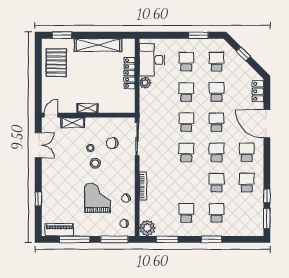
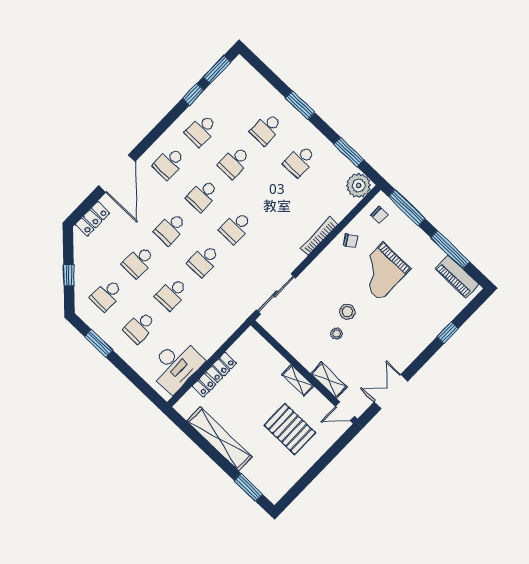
pallet: (56, 63) -> (290, 429), moved, turned 90
plant: (145, 83) -> (207, 347), removed
chair: (112, 143) -> (307, 316), removed

